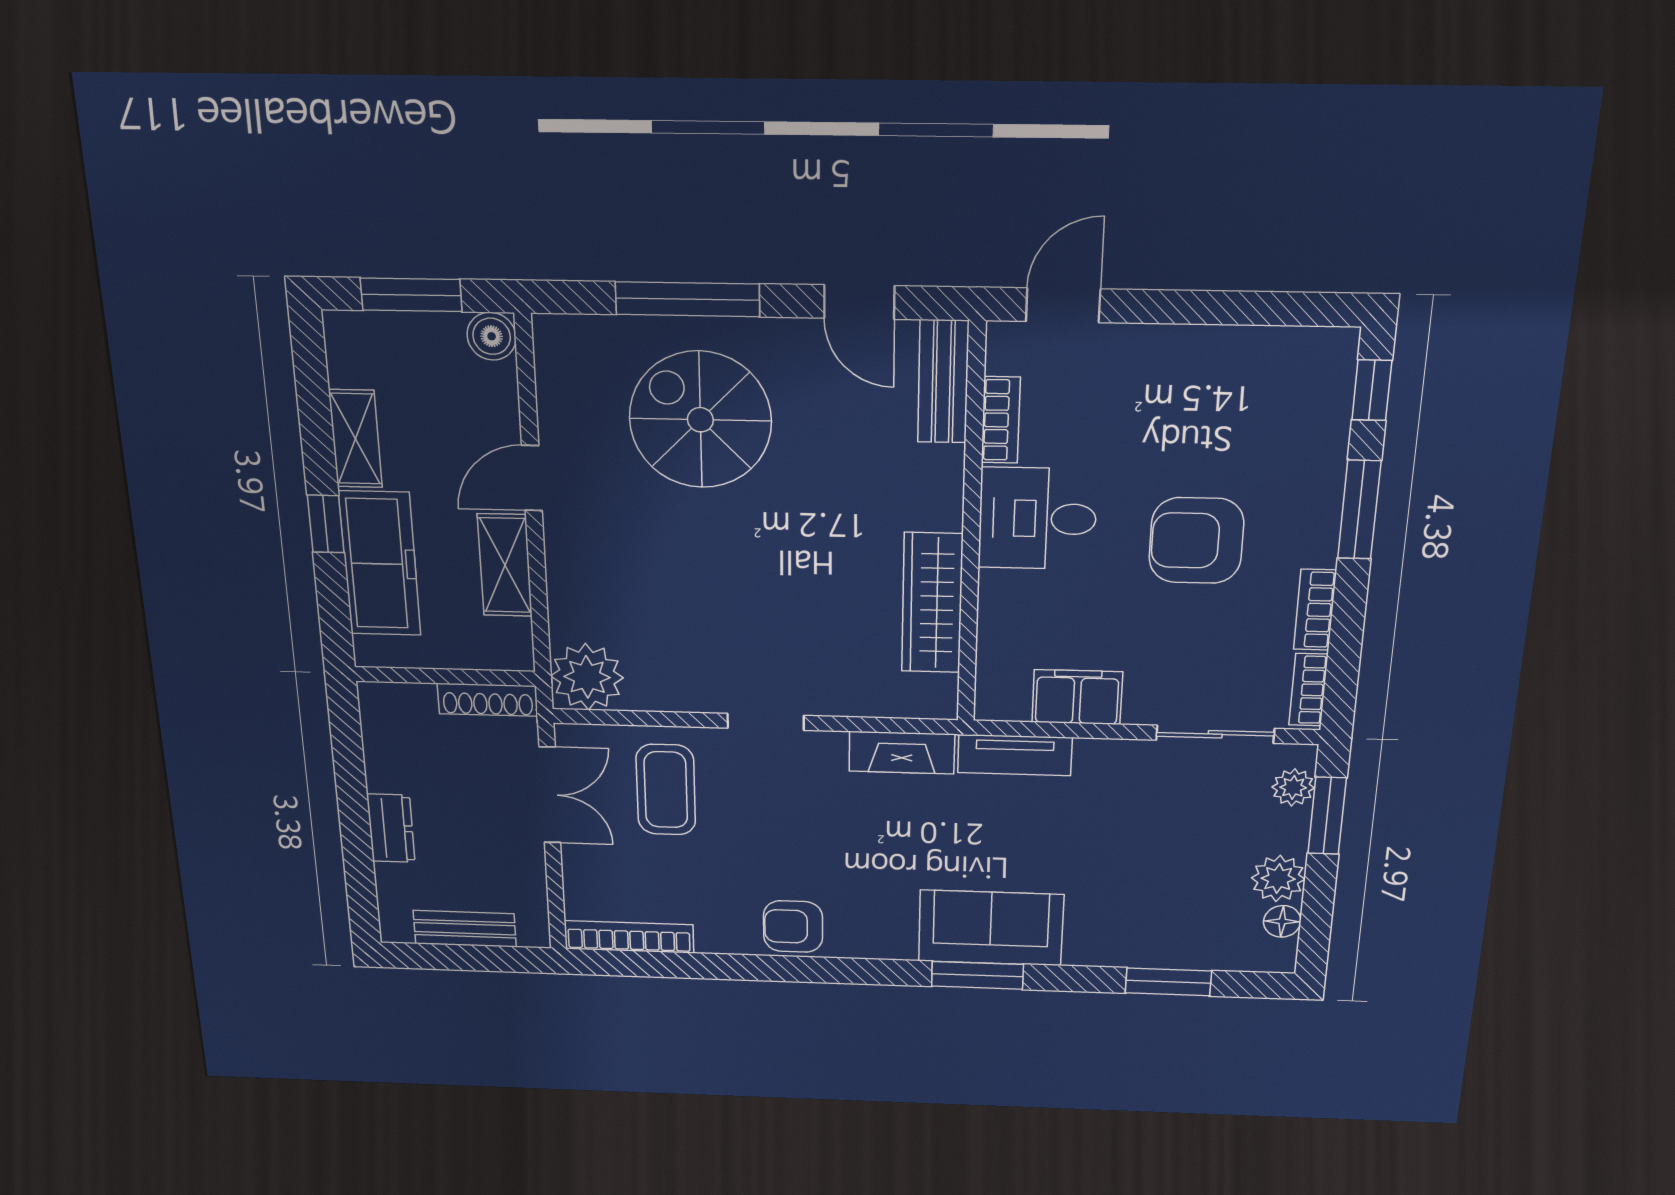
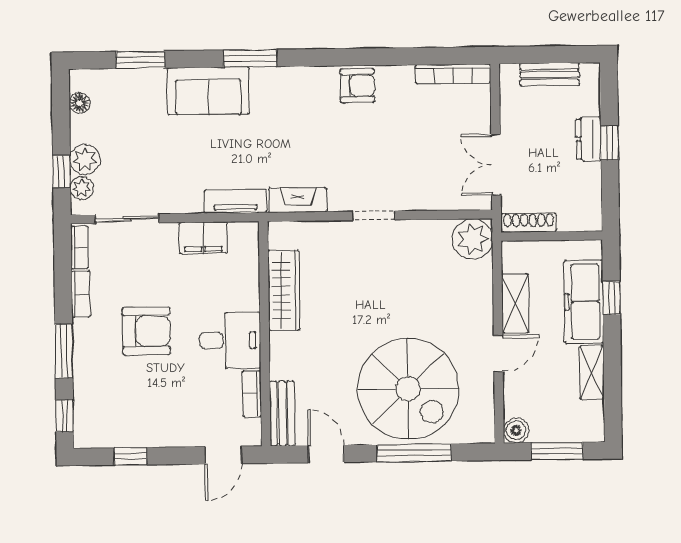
window: (1249, 308) -> (130, 456), added
spiral stairs: (700, 420) -> (408, 389), width x1.37, depth x1.37
window: (326, 524) -> (611, 298), moved
coffee table: (666, 790) -> (430, 171), removed
window: (1327, 816) -> (62, 171), width x0.67
window: (355, 821) -> (610, 143), added
plant: (1278, 879) -> (85, 159), moved
sofa: (991, 928) -> (208, 91), moved

